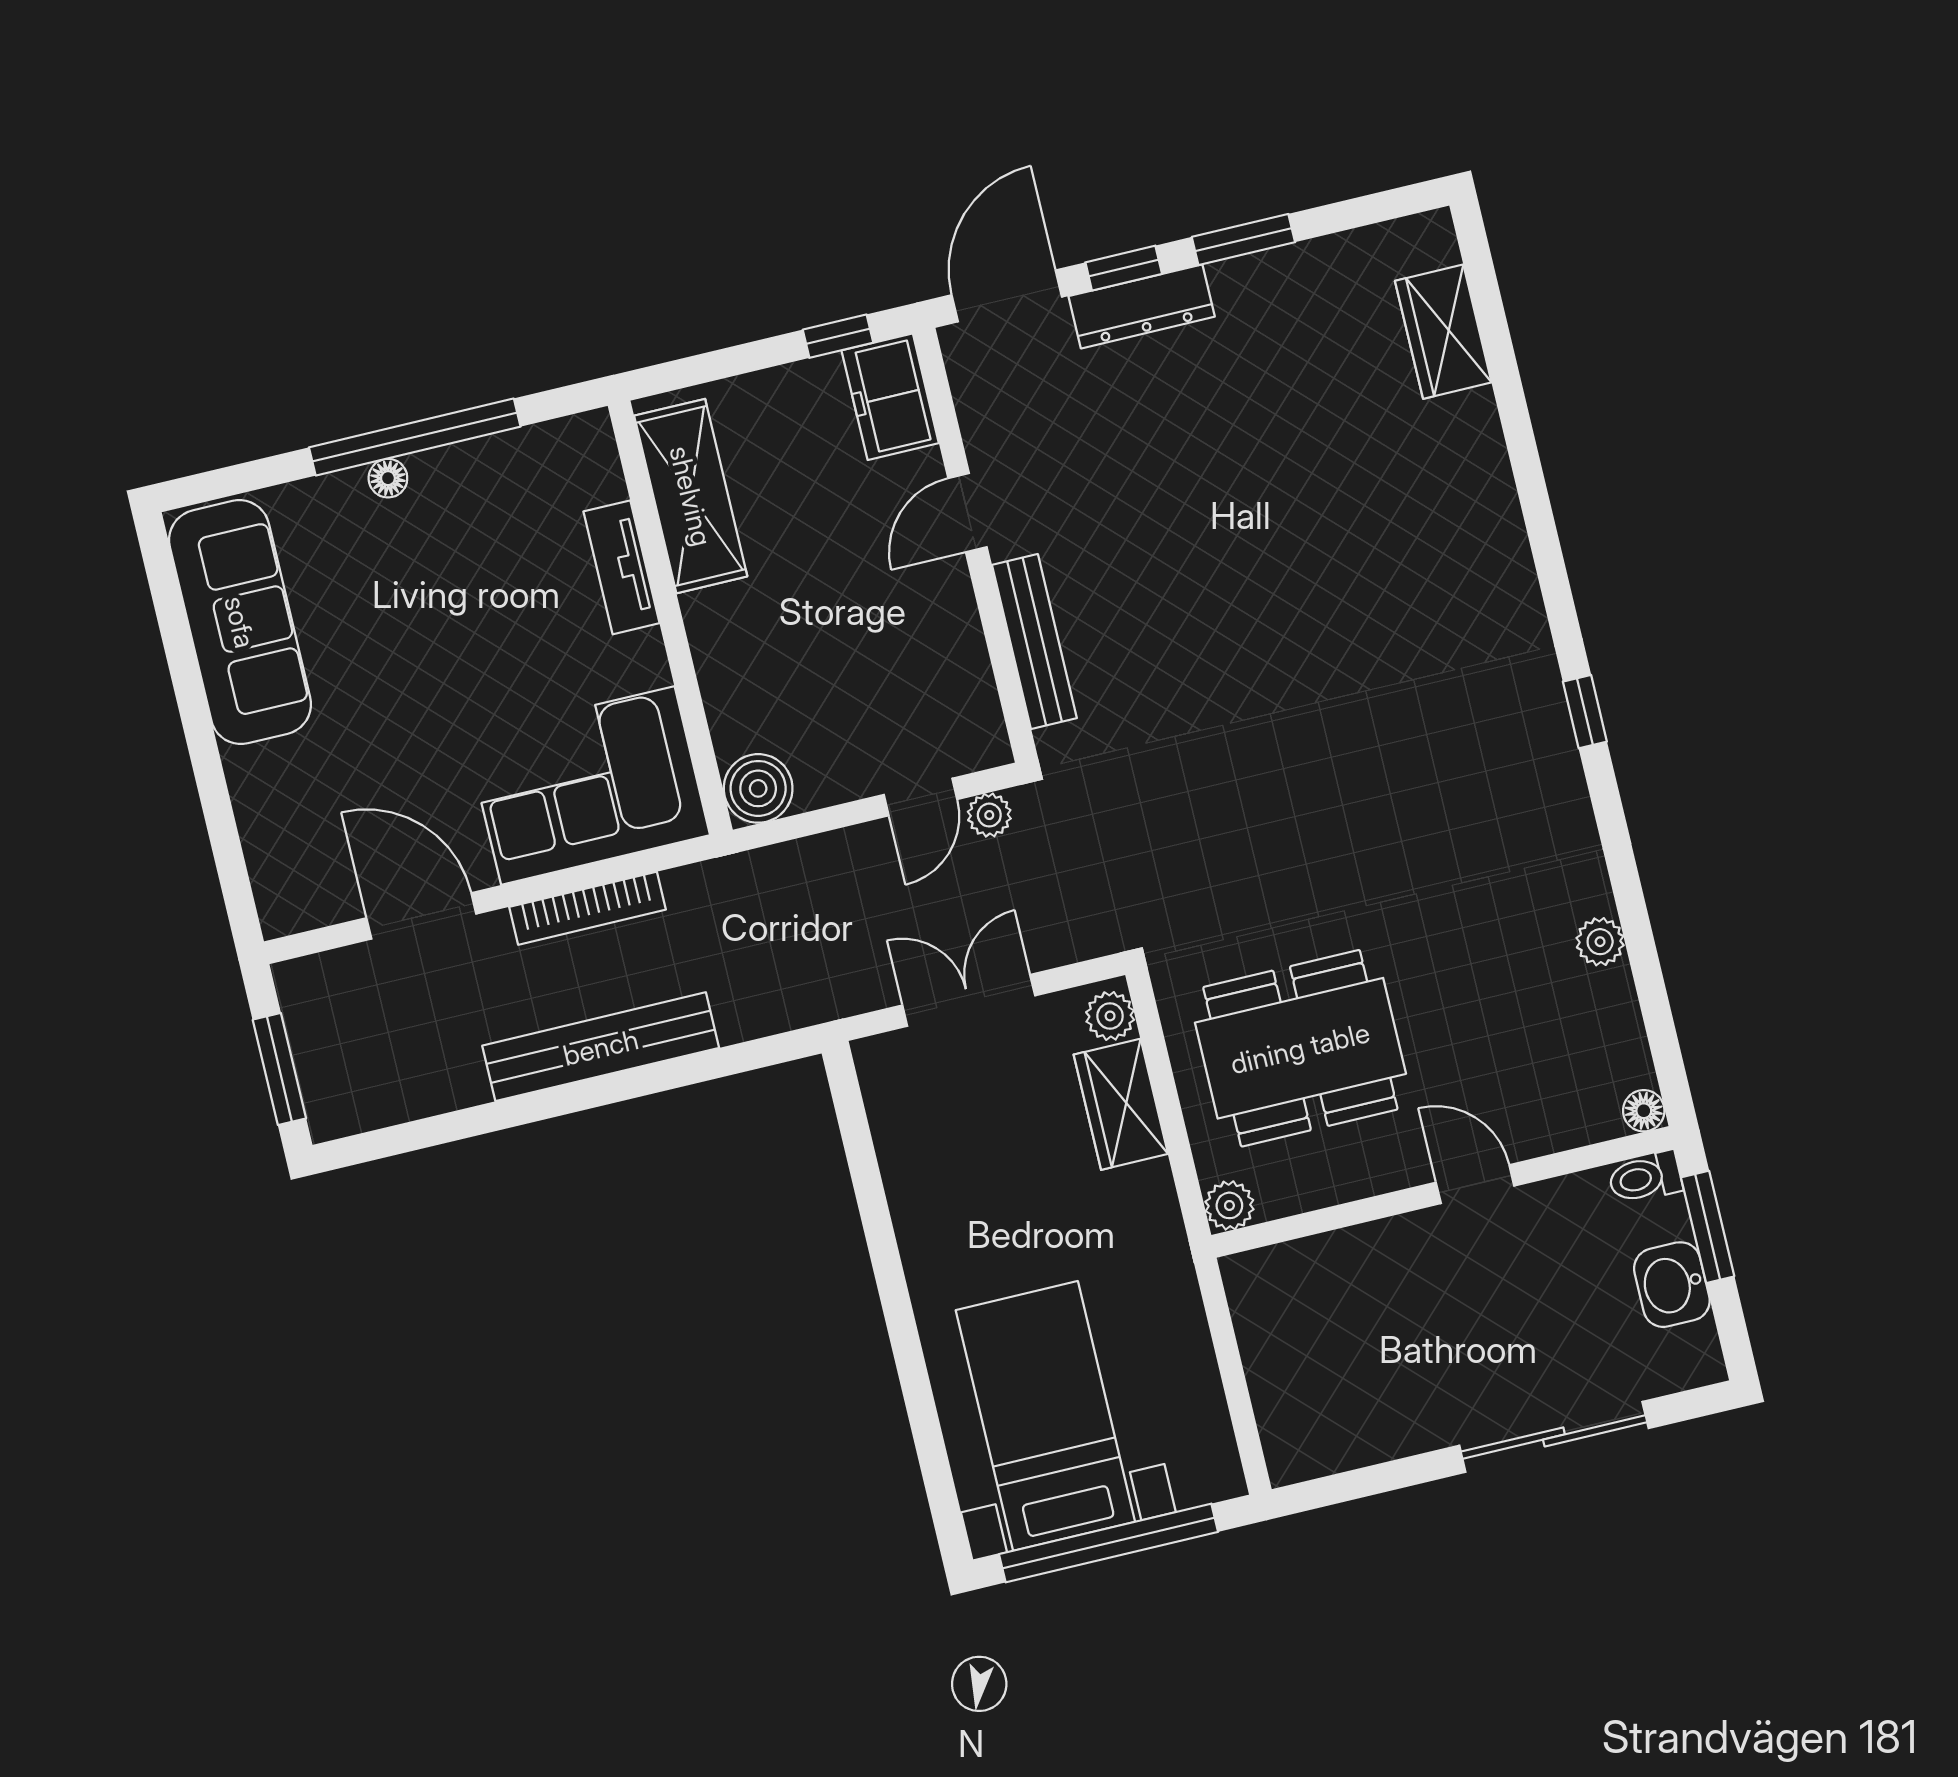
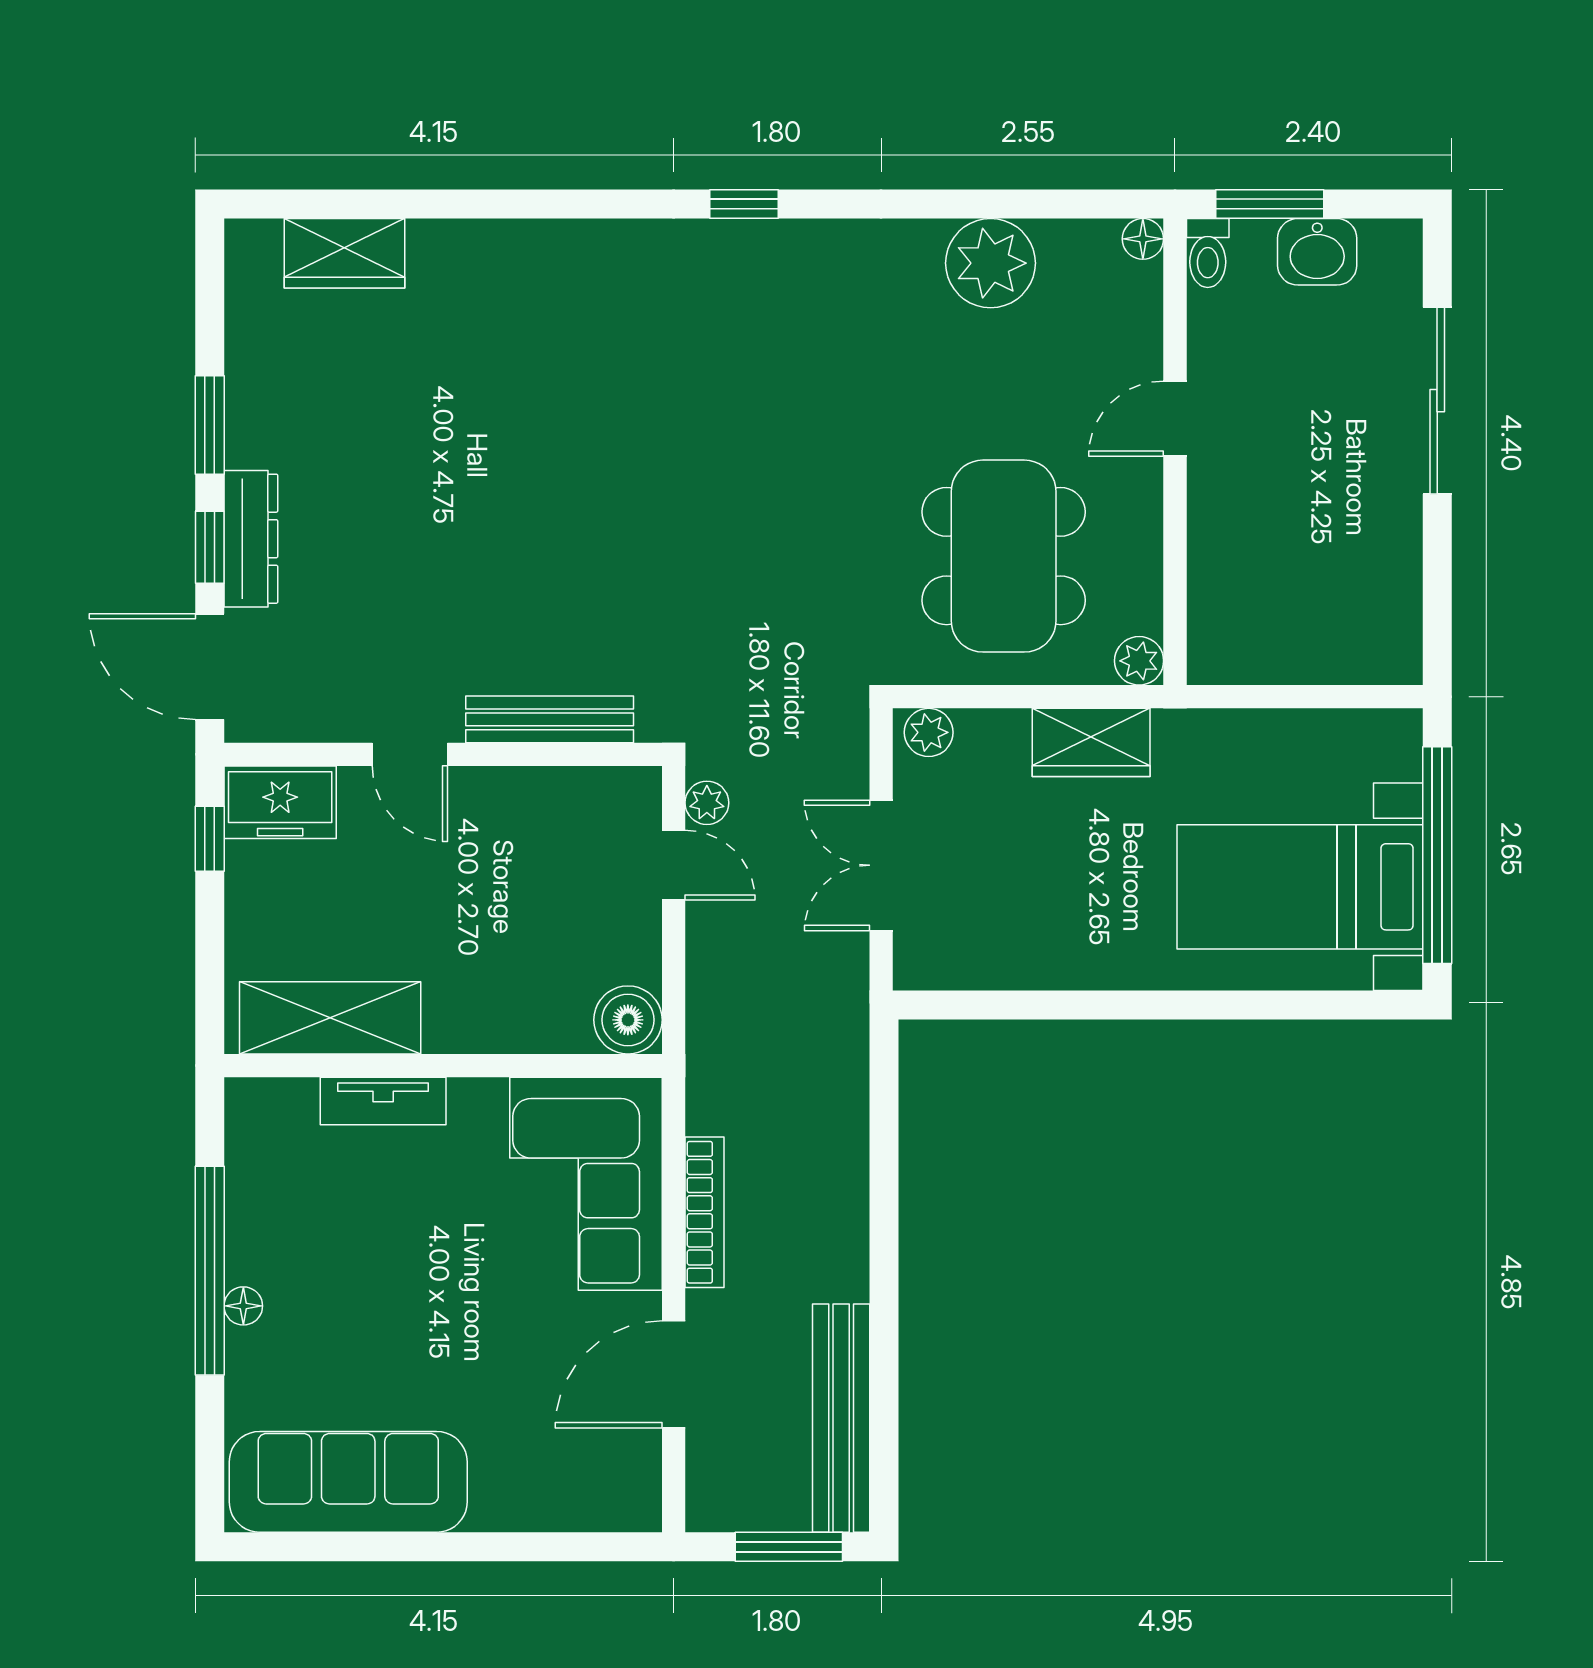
plant: (1600, 942) -> (991, 263), width x1.87, depth x1.87
bench: (601, 1047) -> (841, 1418), moved
wardrobe: (1121, 1104) -> (1091, 742), moved

